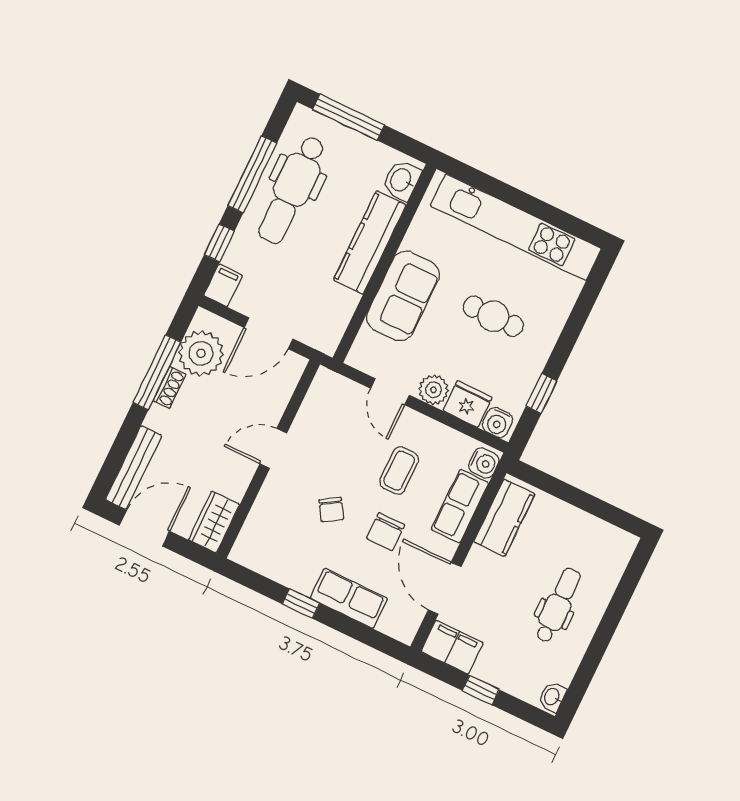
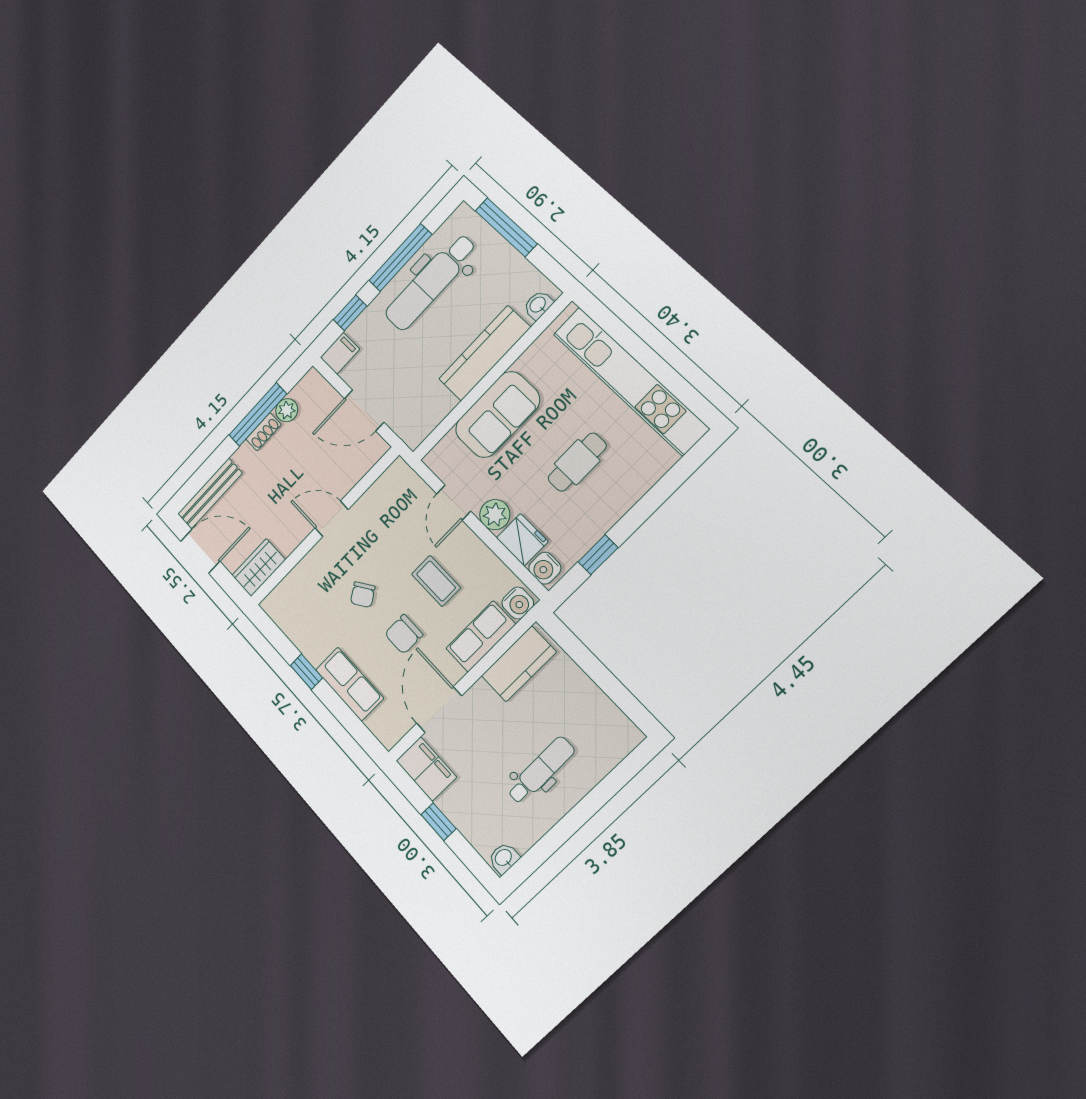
washbasin: (401, 180) -> (538, 305), width x0.72, depth x0.69
cafe table: (493, 316) -> (577, 462), turned 90
plant: (201, 353) -> (287, 410), width x0.53, depth x0.53
coffee table: (399, 471) -> (436, 581), turned 90

